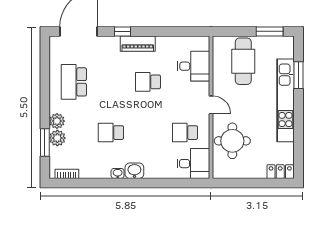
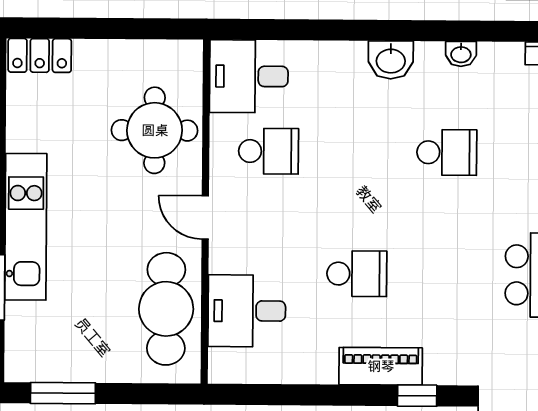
cafe table: (243, 61) -> (166, 309), moved
kitchen unit: (285, 100) -> (26, 227), width x0.73
washbasin: (118, 173) -> (461, 54), moved

